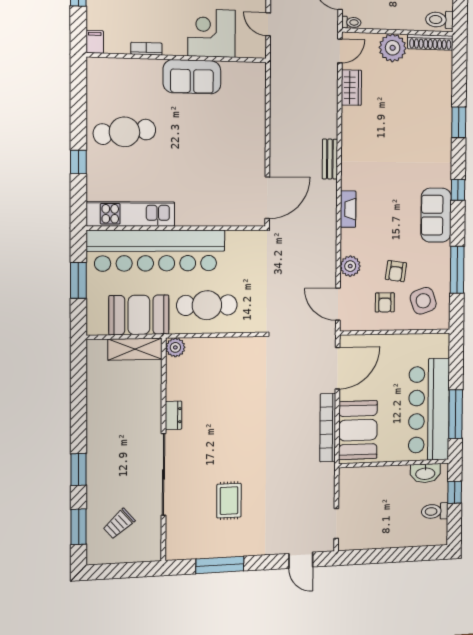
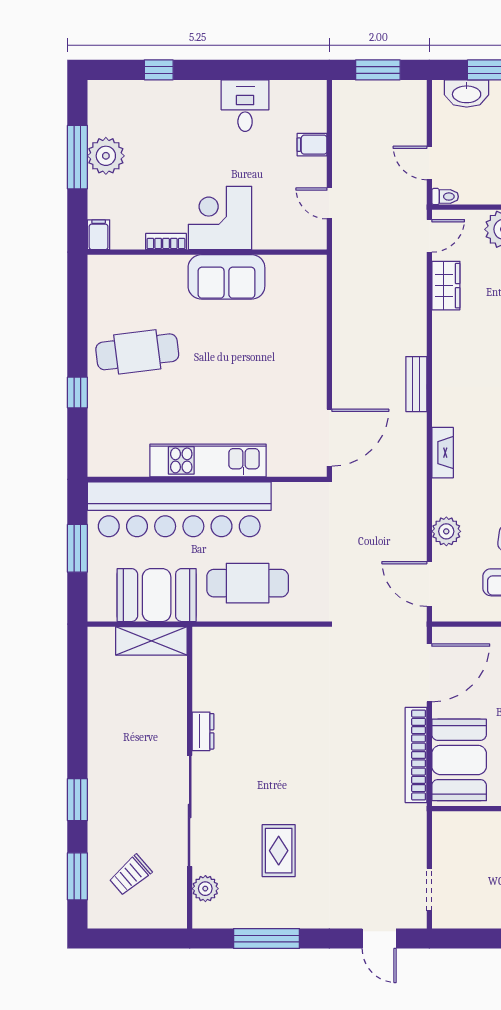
corner desk: (212, 33) -> (220, 218), moved
kitchen unit: (131, 214) -> (208, 460), moved
plant: (175, 347) -> (205, 889), moved

